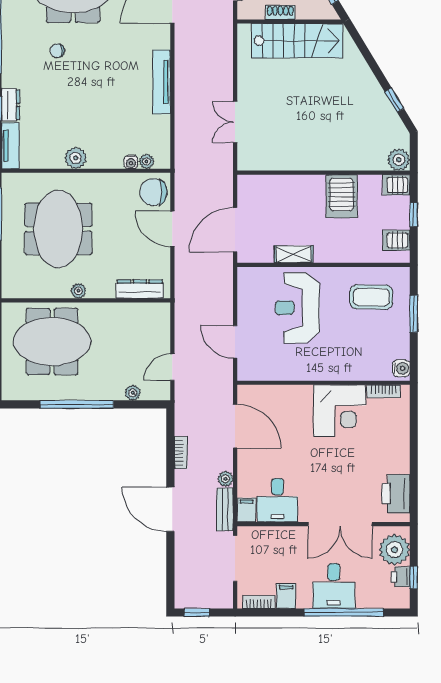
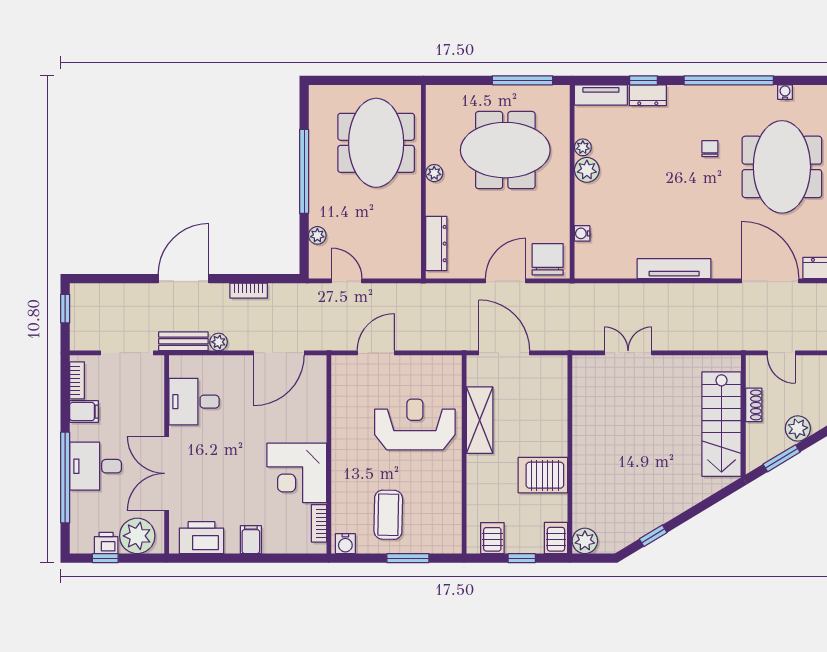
plant: (147, 161) -> (583, 147), moved
shelving: (294, 254) -> (480, 420), width x1.50, depth x1.33
coffee table: (371, 297) -> (388, 515), moved
filing cabinet: (247, 510) -> (251, 540), moved, turned -90

